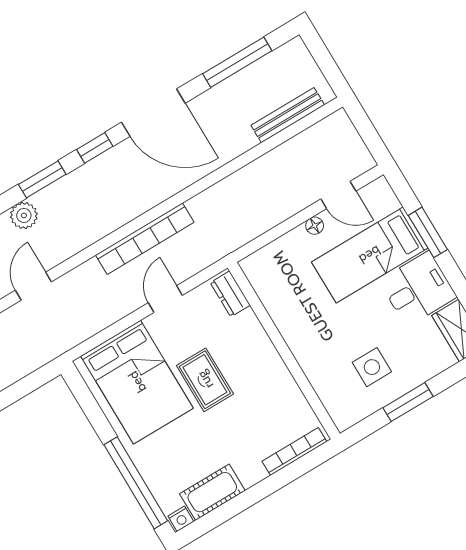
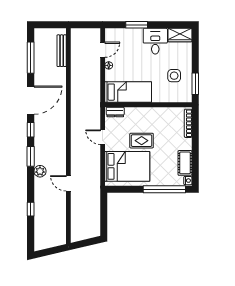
bookcase: (145, 239) -> (76, 131), removed
bed: (370, 255) -> (128, 92), moved, turned -90
window: (408, 402) -> (195, 84), moved

